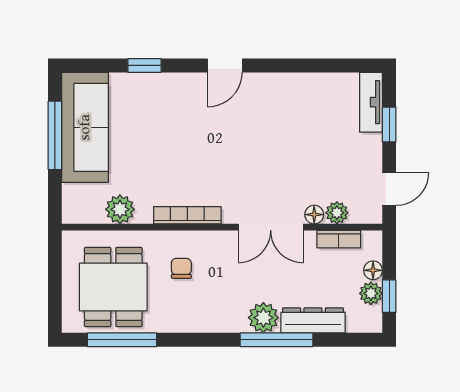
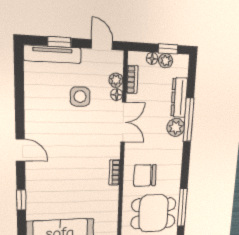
tv unit: (371, 102) -> (53, 54), width x1.41
side table: (309, 157) -> (80, 97), added
plant: (120, 209) -> (110, 211), removed
bookcase: (187, 215) -> (114, 172), width x0.64
chair: (181, 268) -> (145, 175), width x1.87, depth x1.87

